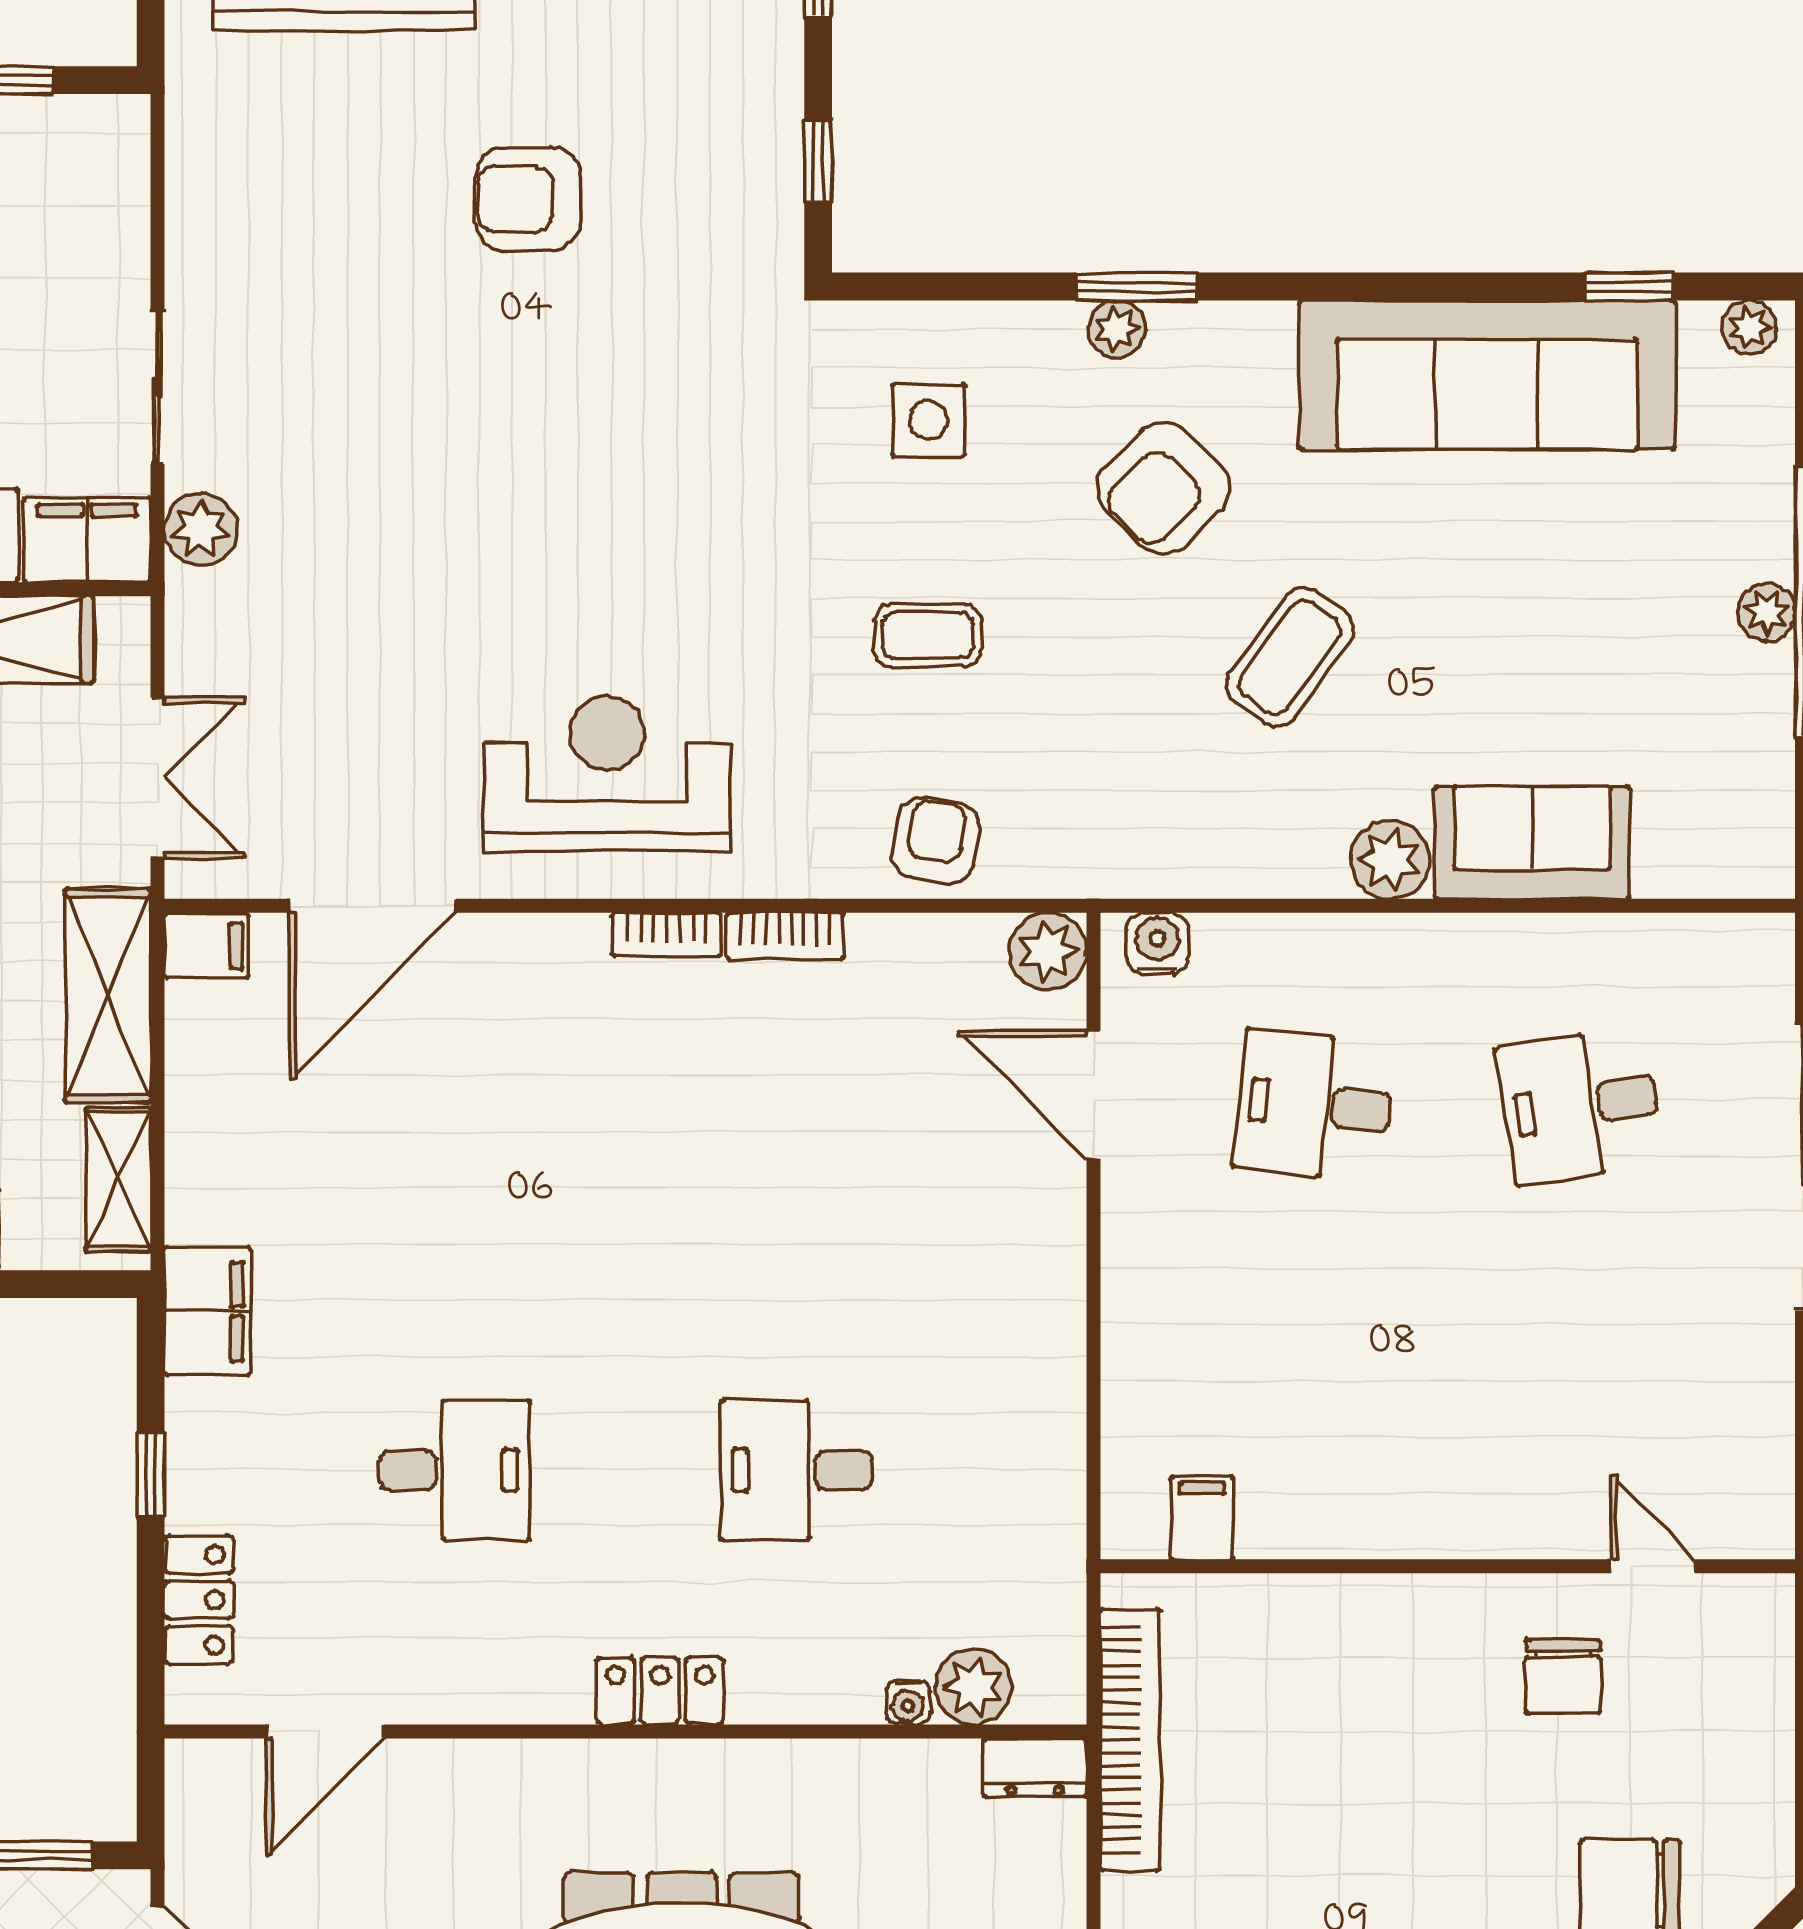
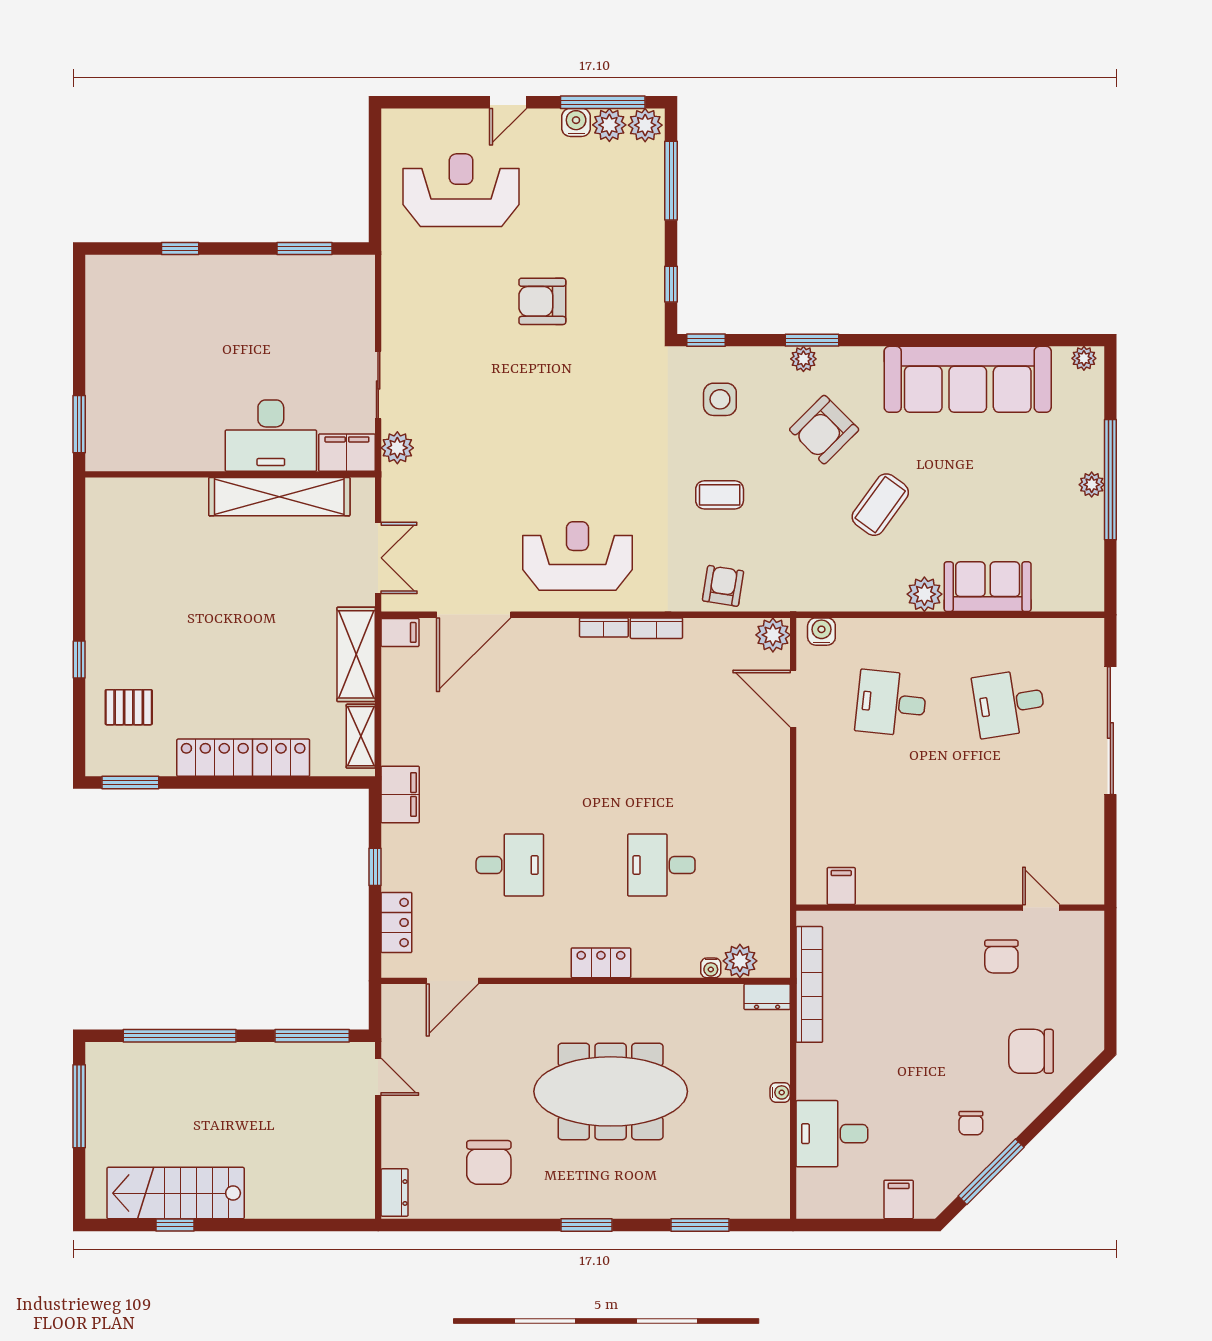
window: (1629, 287) -> (706, 340), moved

